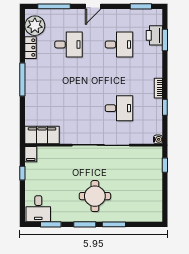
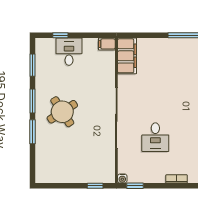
window: (165, 107) -> (135, 186), moved
window: (22, 173) -> (60, 35), moved
round table: (95, 196) -> (62, 112), turned -33
desk: (38, 209) -> (69, 52), moved, turned 90

